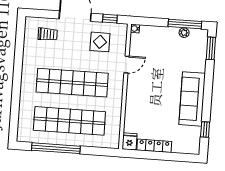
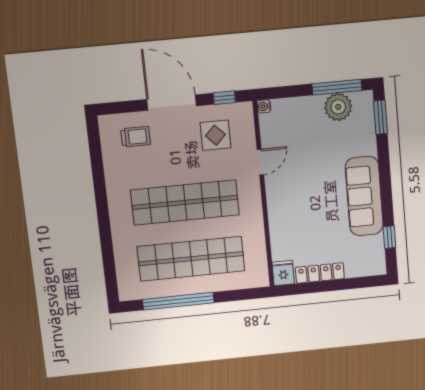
plant: (184, 33) -> (338, 107), width x1.87, depth x1.87

